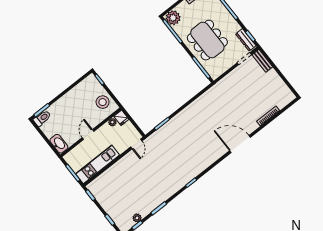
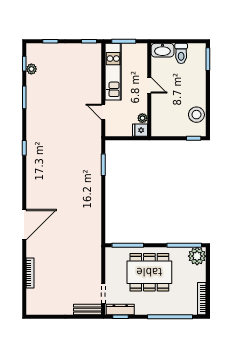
stool: (103, 102) -> (196, 115), moved
toilet: (42, 118) -> (181, 53), moved
door: (136, 144) -> (103, 112), moved

